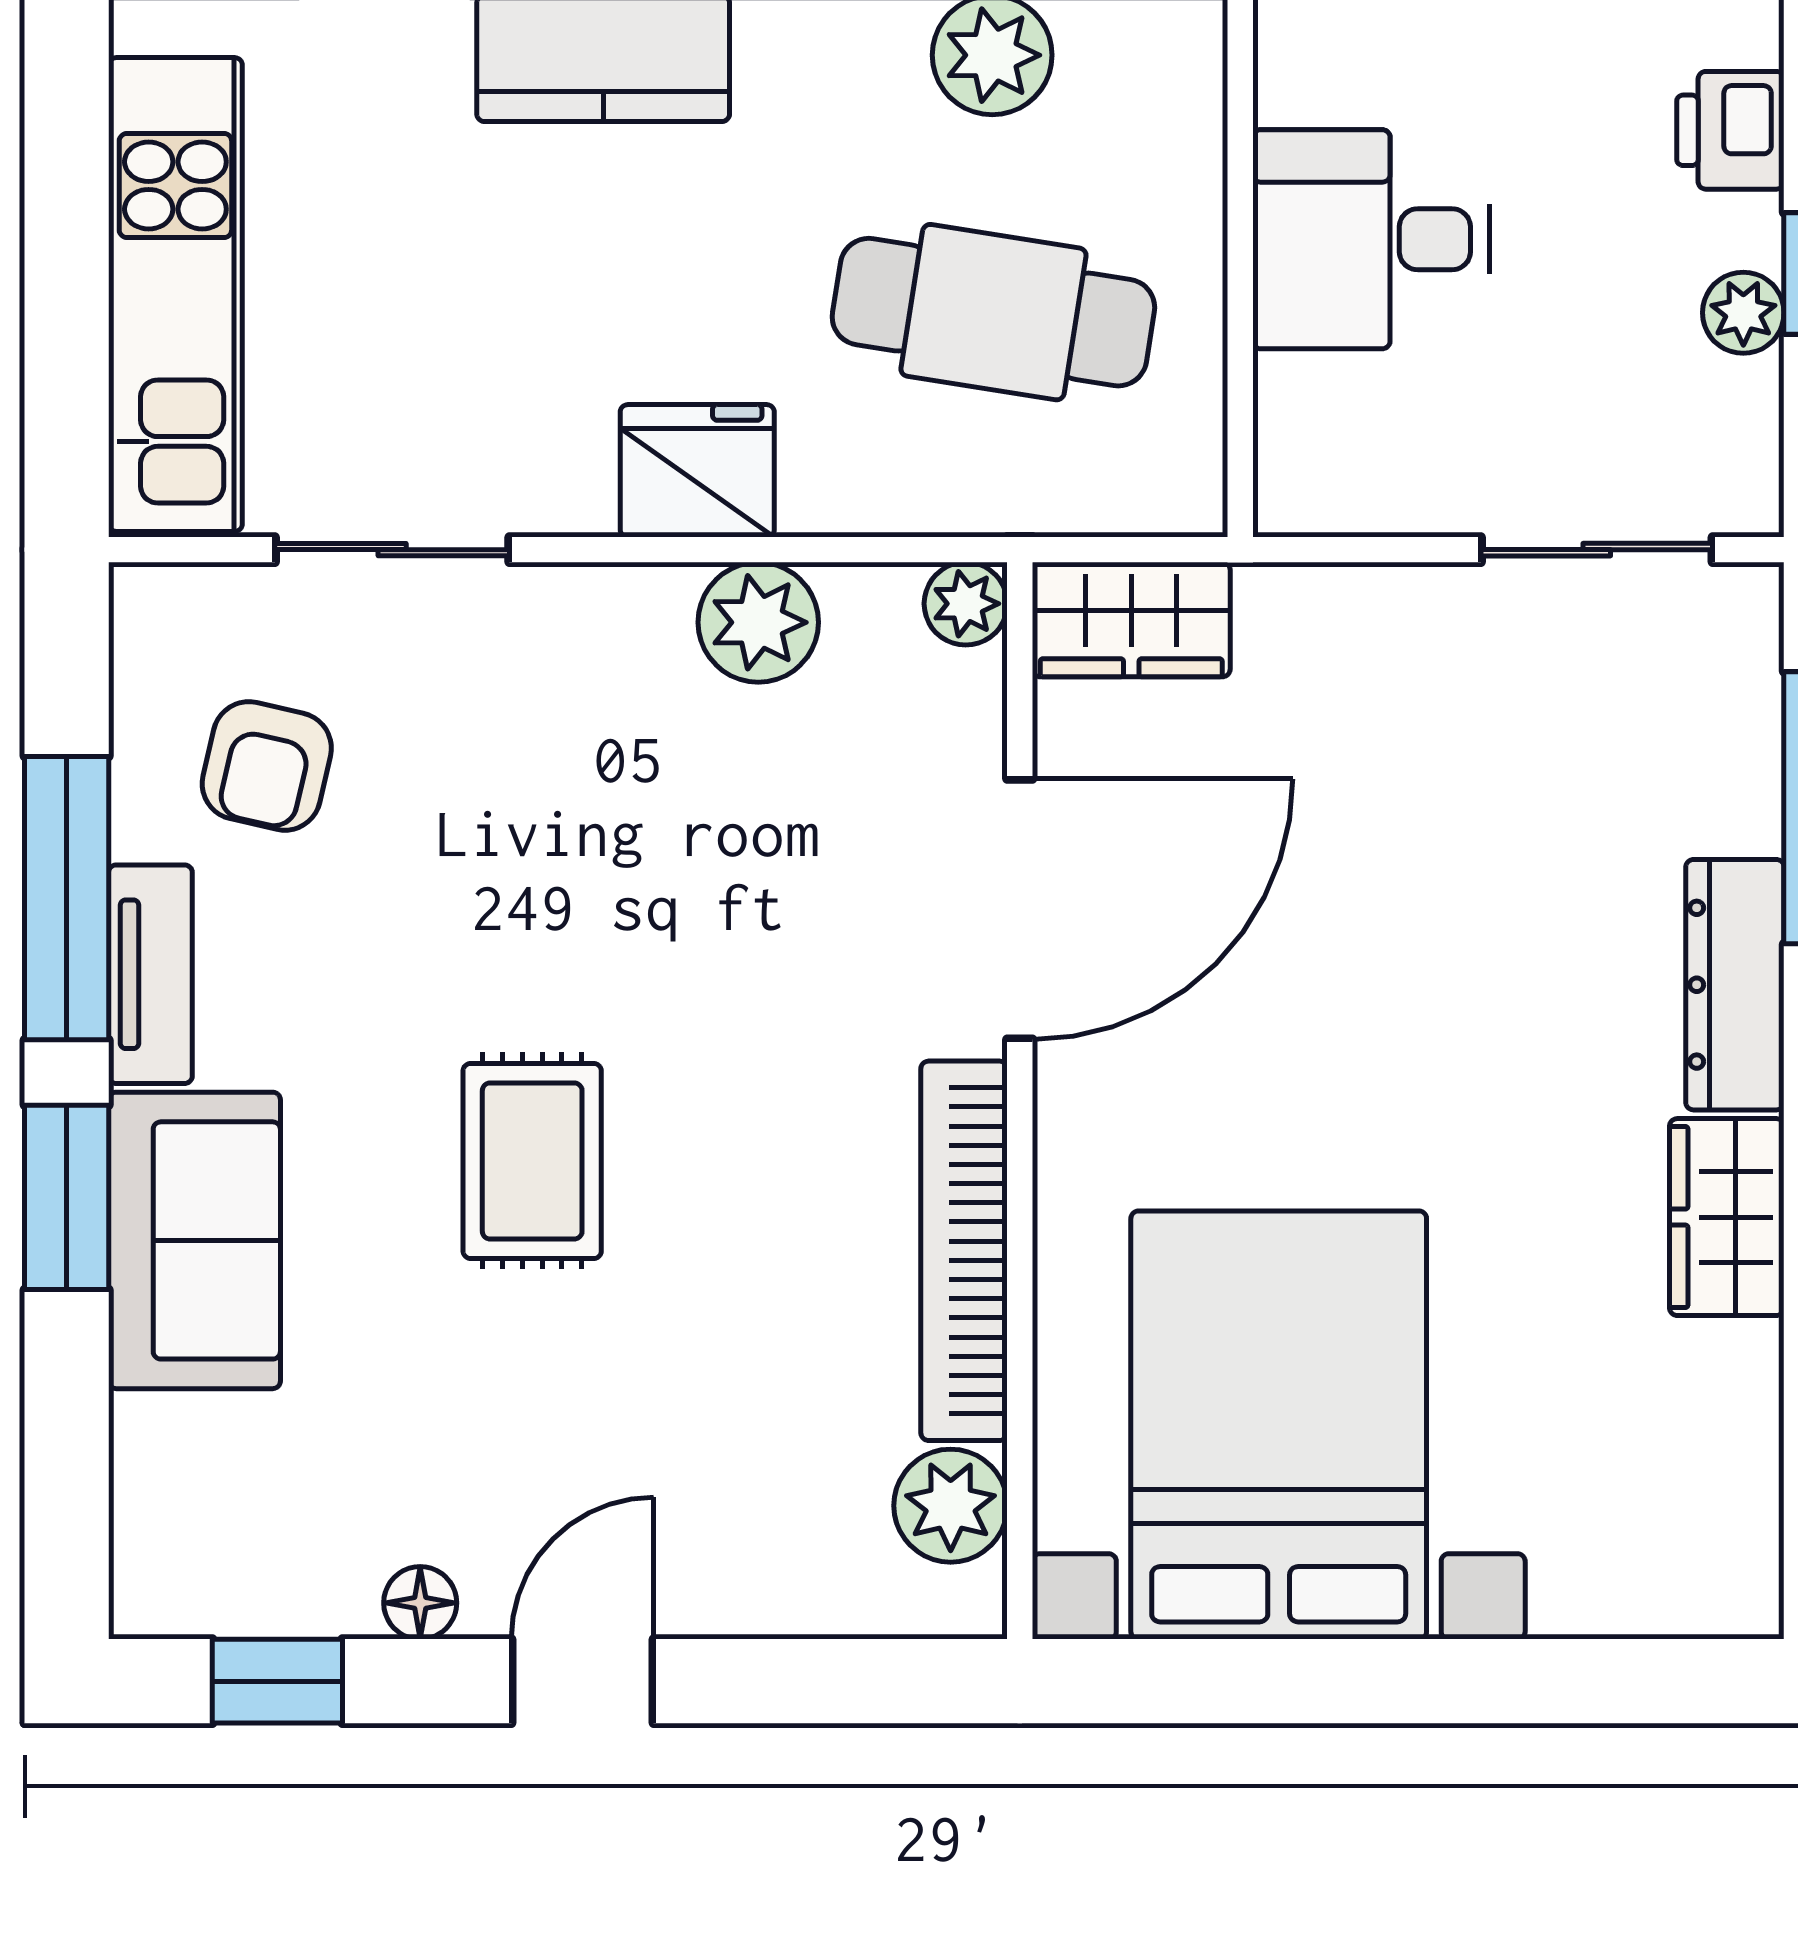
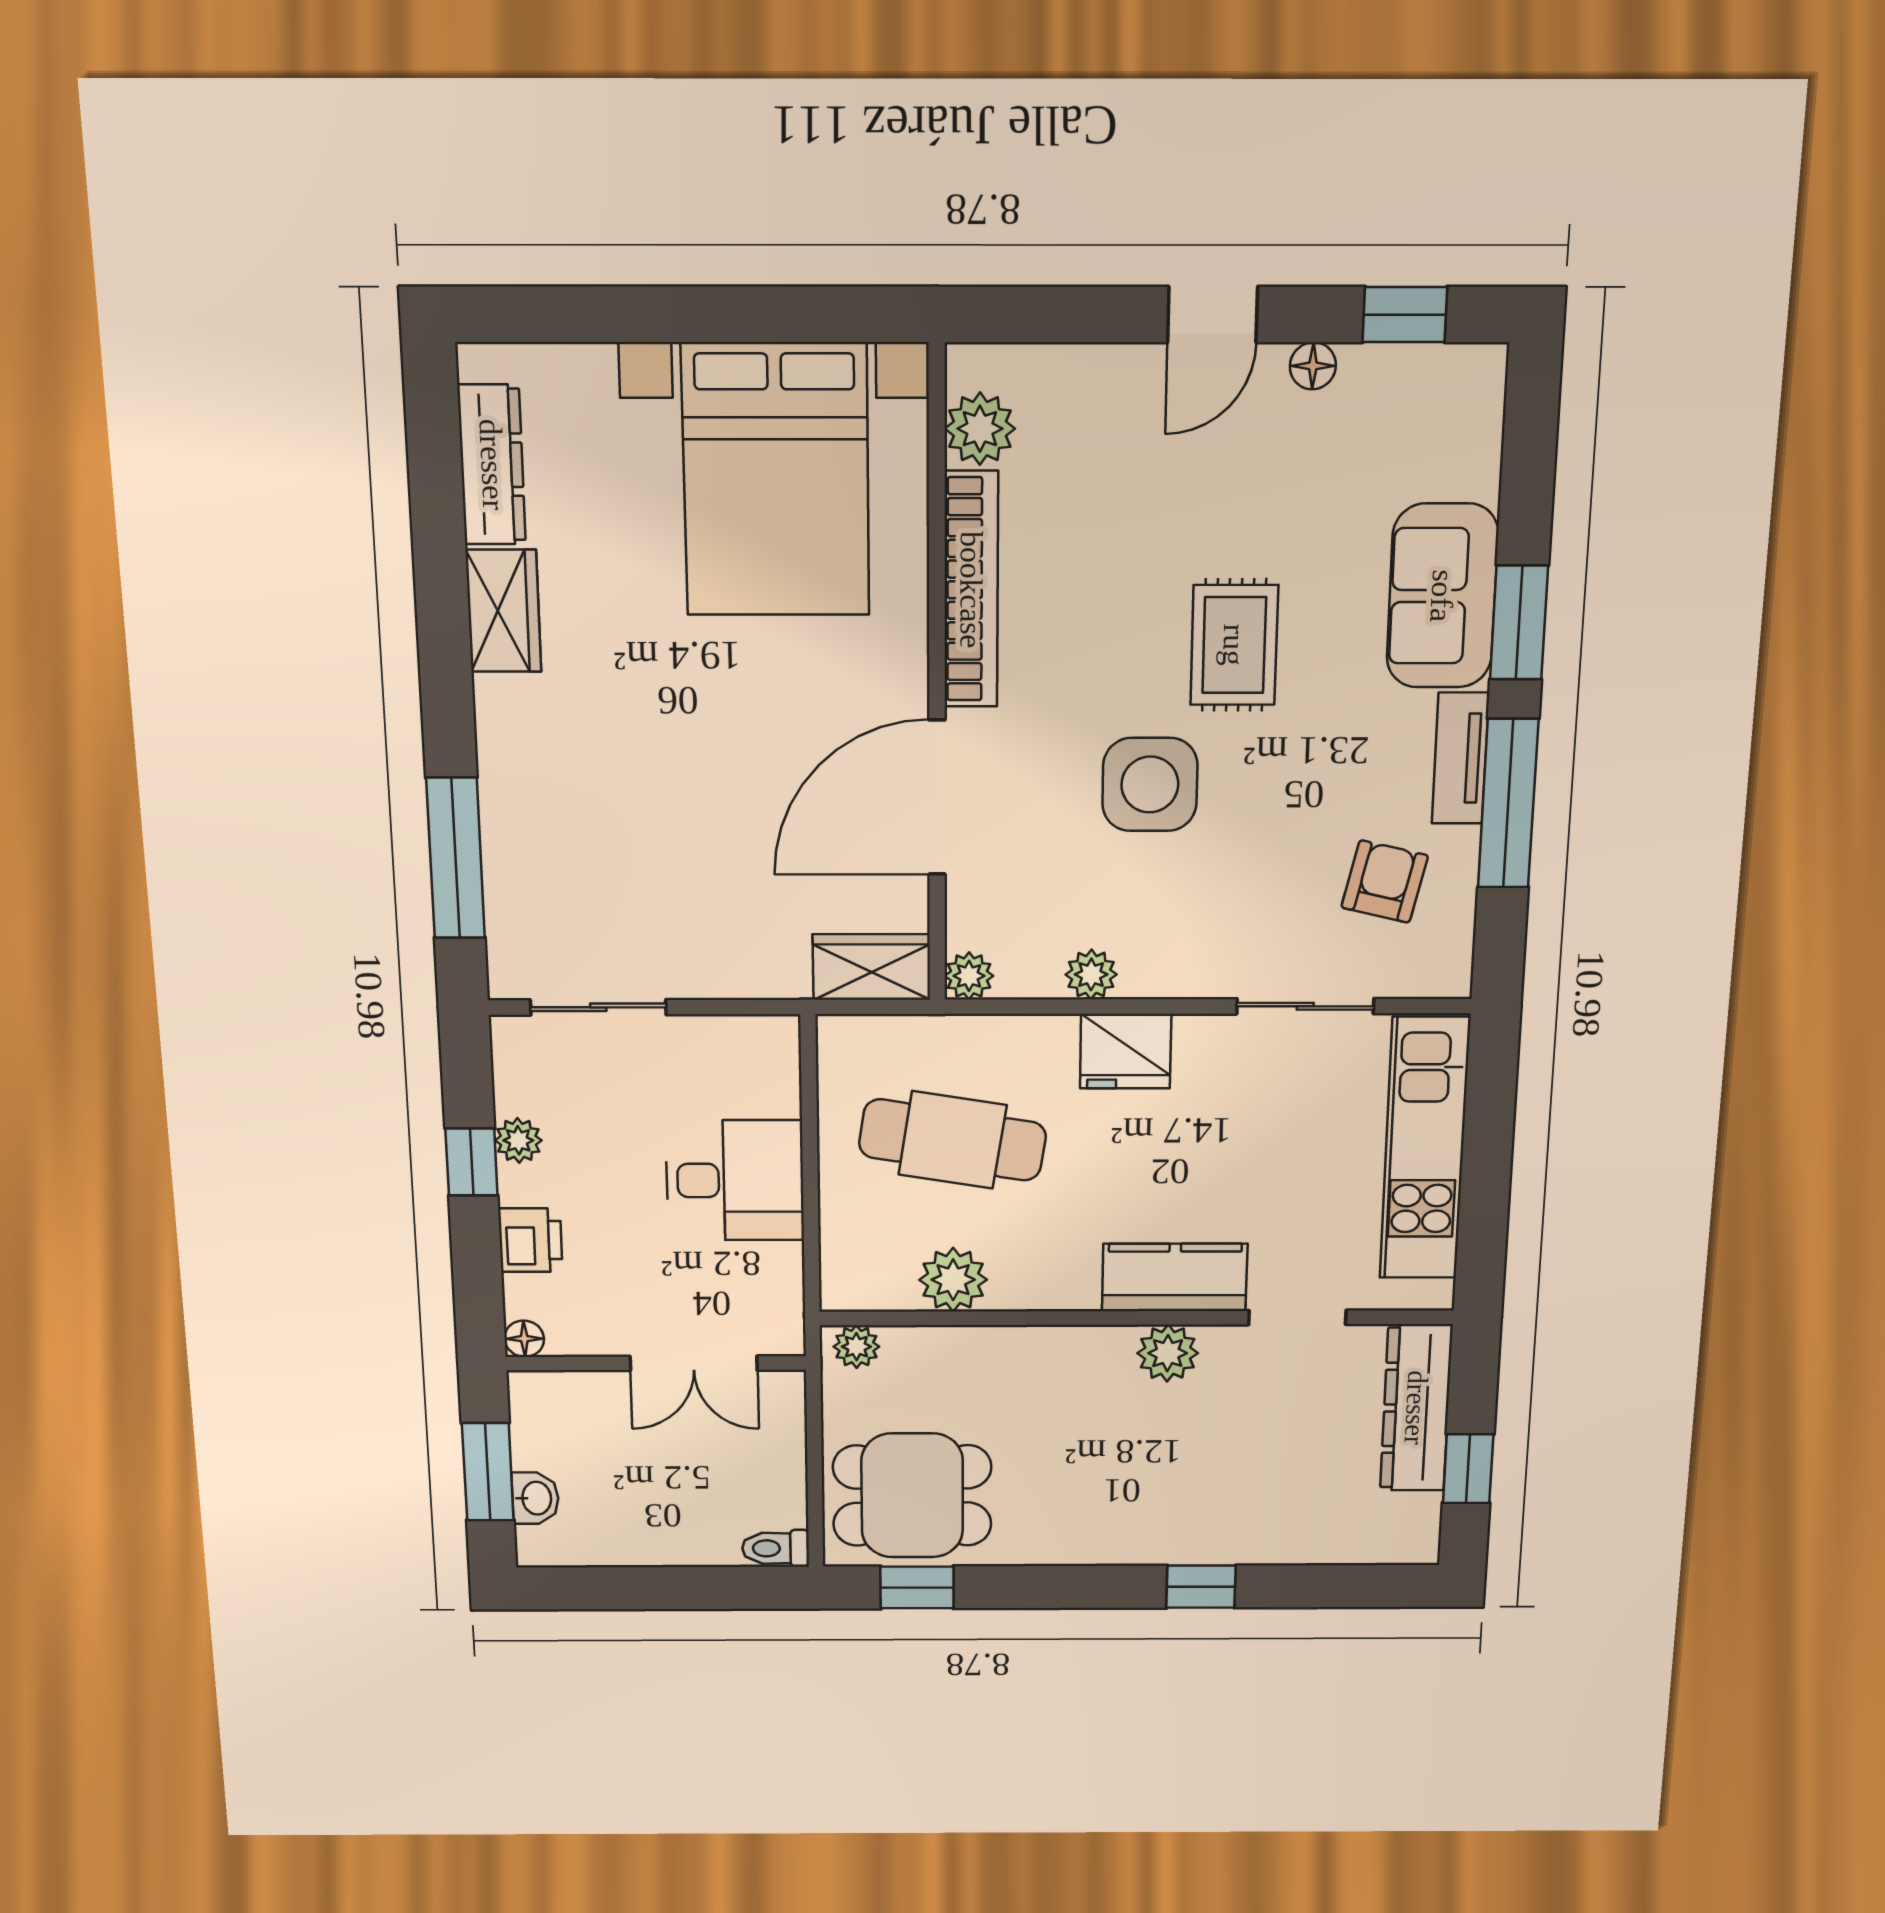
plant: (758, 622) -> (1091, 974), width x0.73, depth x0.73
side table: (666, 931) -> (1150, 784), added
dresser: (1735, 985) -> (492, 465), moved

